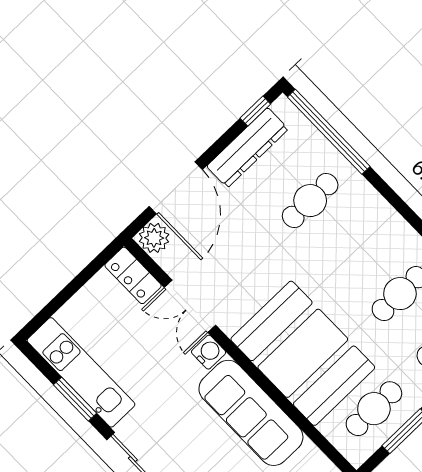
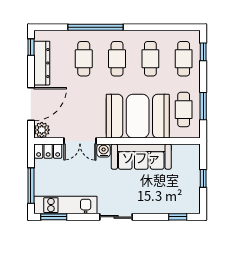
window: (329, 132) -> (96, 27), moved
door: (176, 188) -> (31, 104), hinge flipped
cafe table: (355, 247) -> (117, 59), added
window: (62, 298) -> (31, 186), added
window: (75, 399) -> (54, 217), moved

